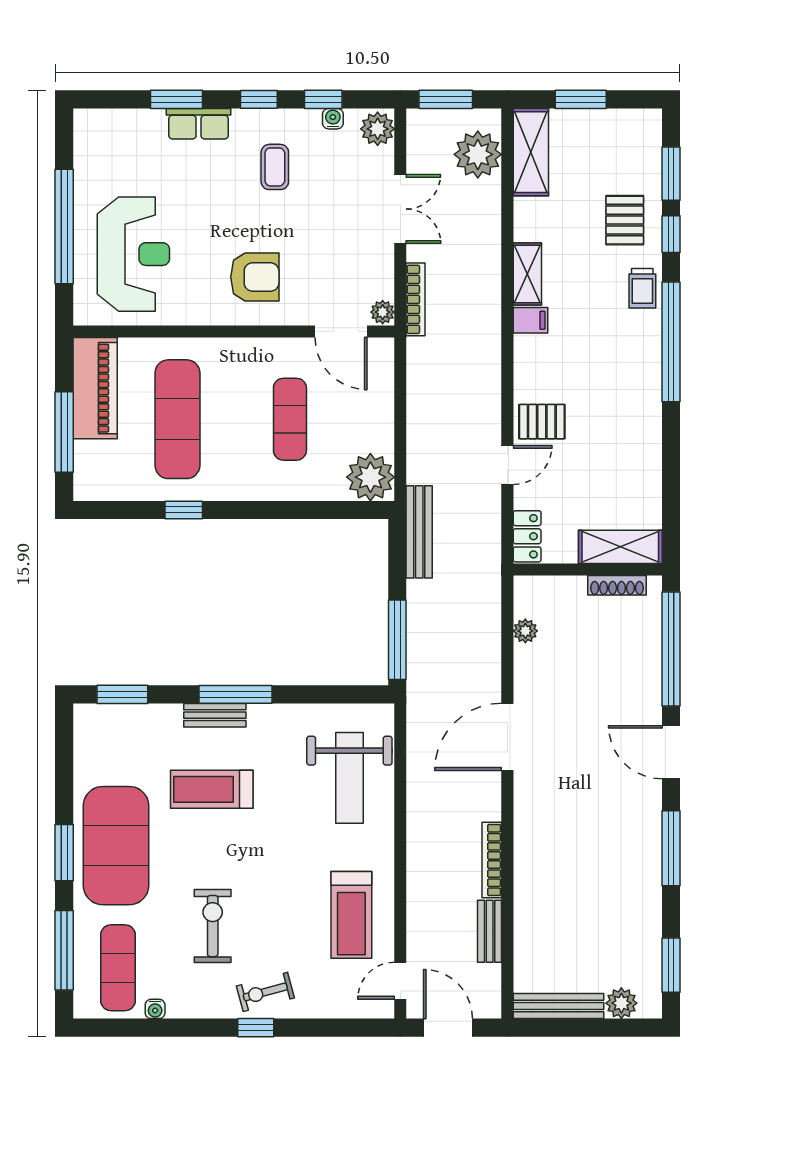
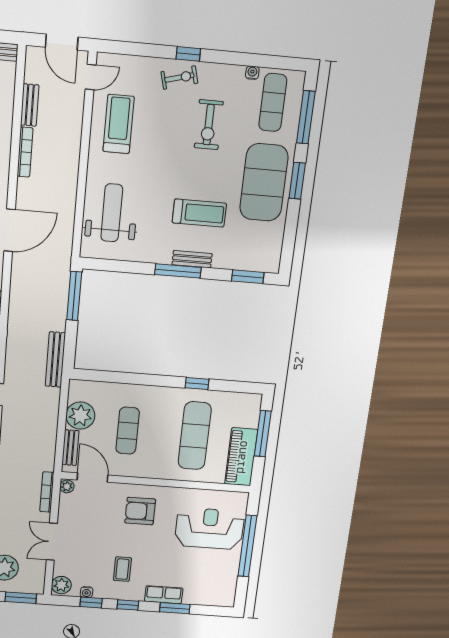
reception desk: (133, 254) -> (209, 529), turned 90
bench: (382, 382) -> (70, 448), added
plant: (370, 477) -> (80, 416), moved

